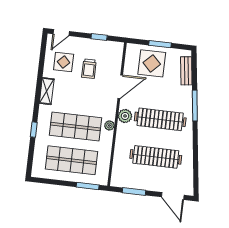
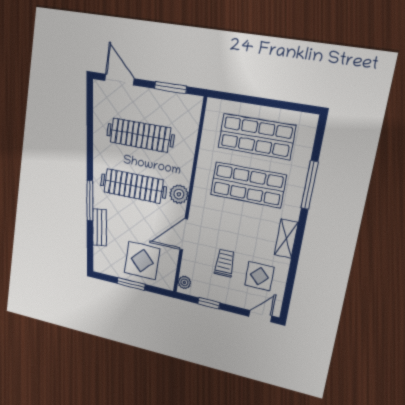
bench: (186, 71) -> (100, 228), moved
plant: (109, 125) -> (184, 282), moved
window: (34, 130) -> (310, 185), width x2.17
window: (88, 186) -> (235, 98), removed

